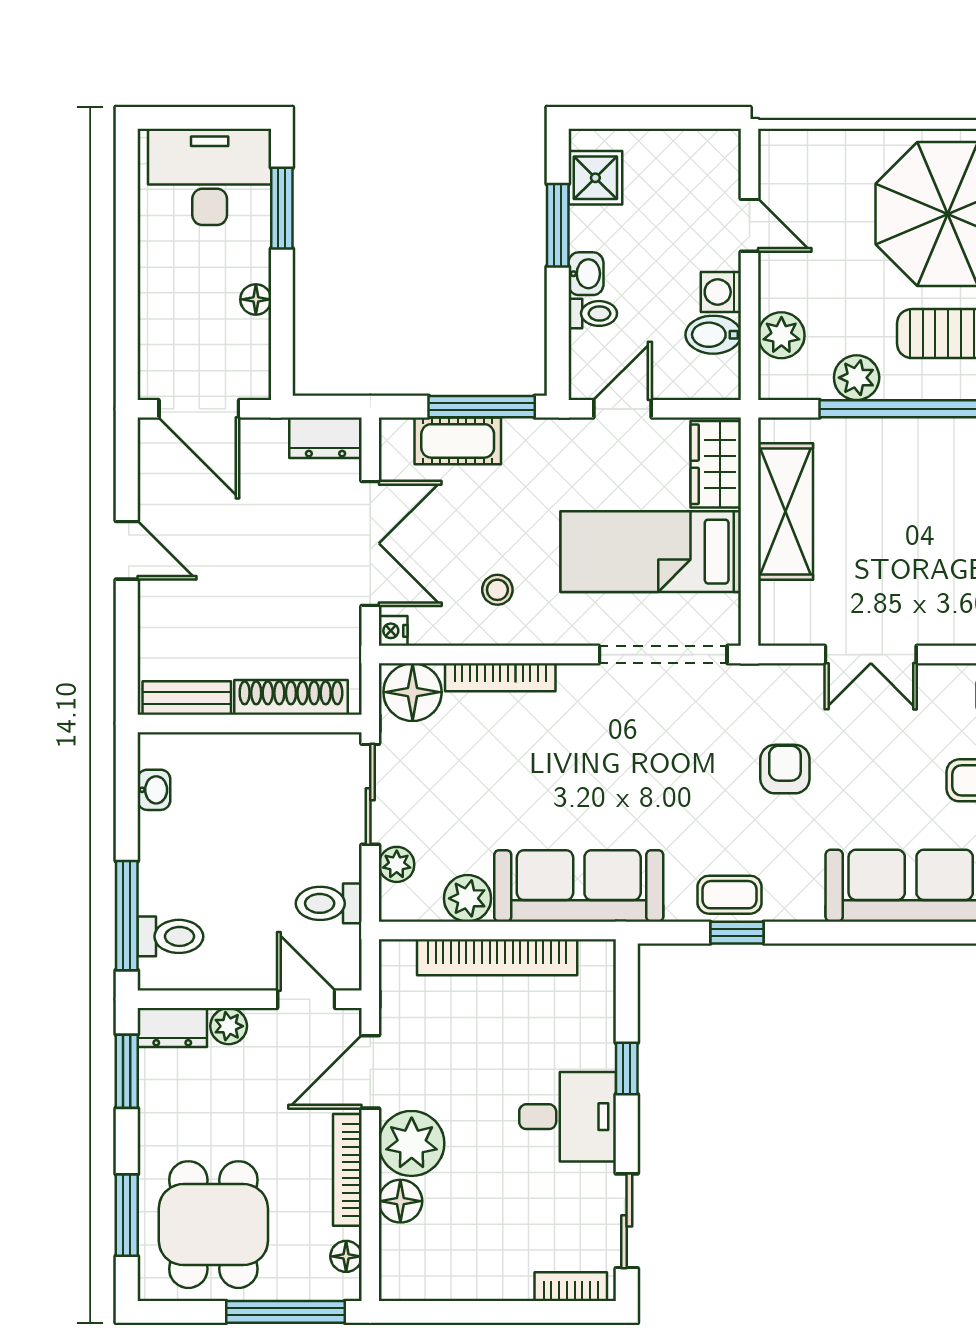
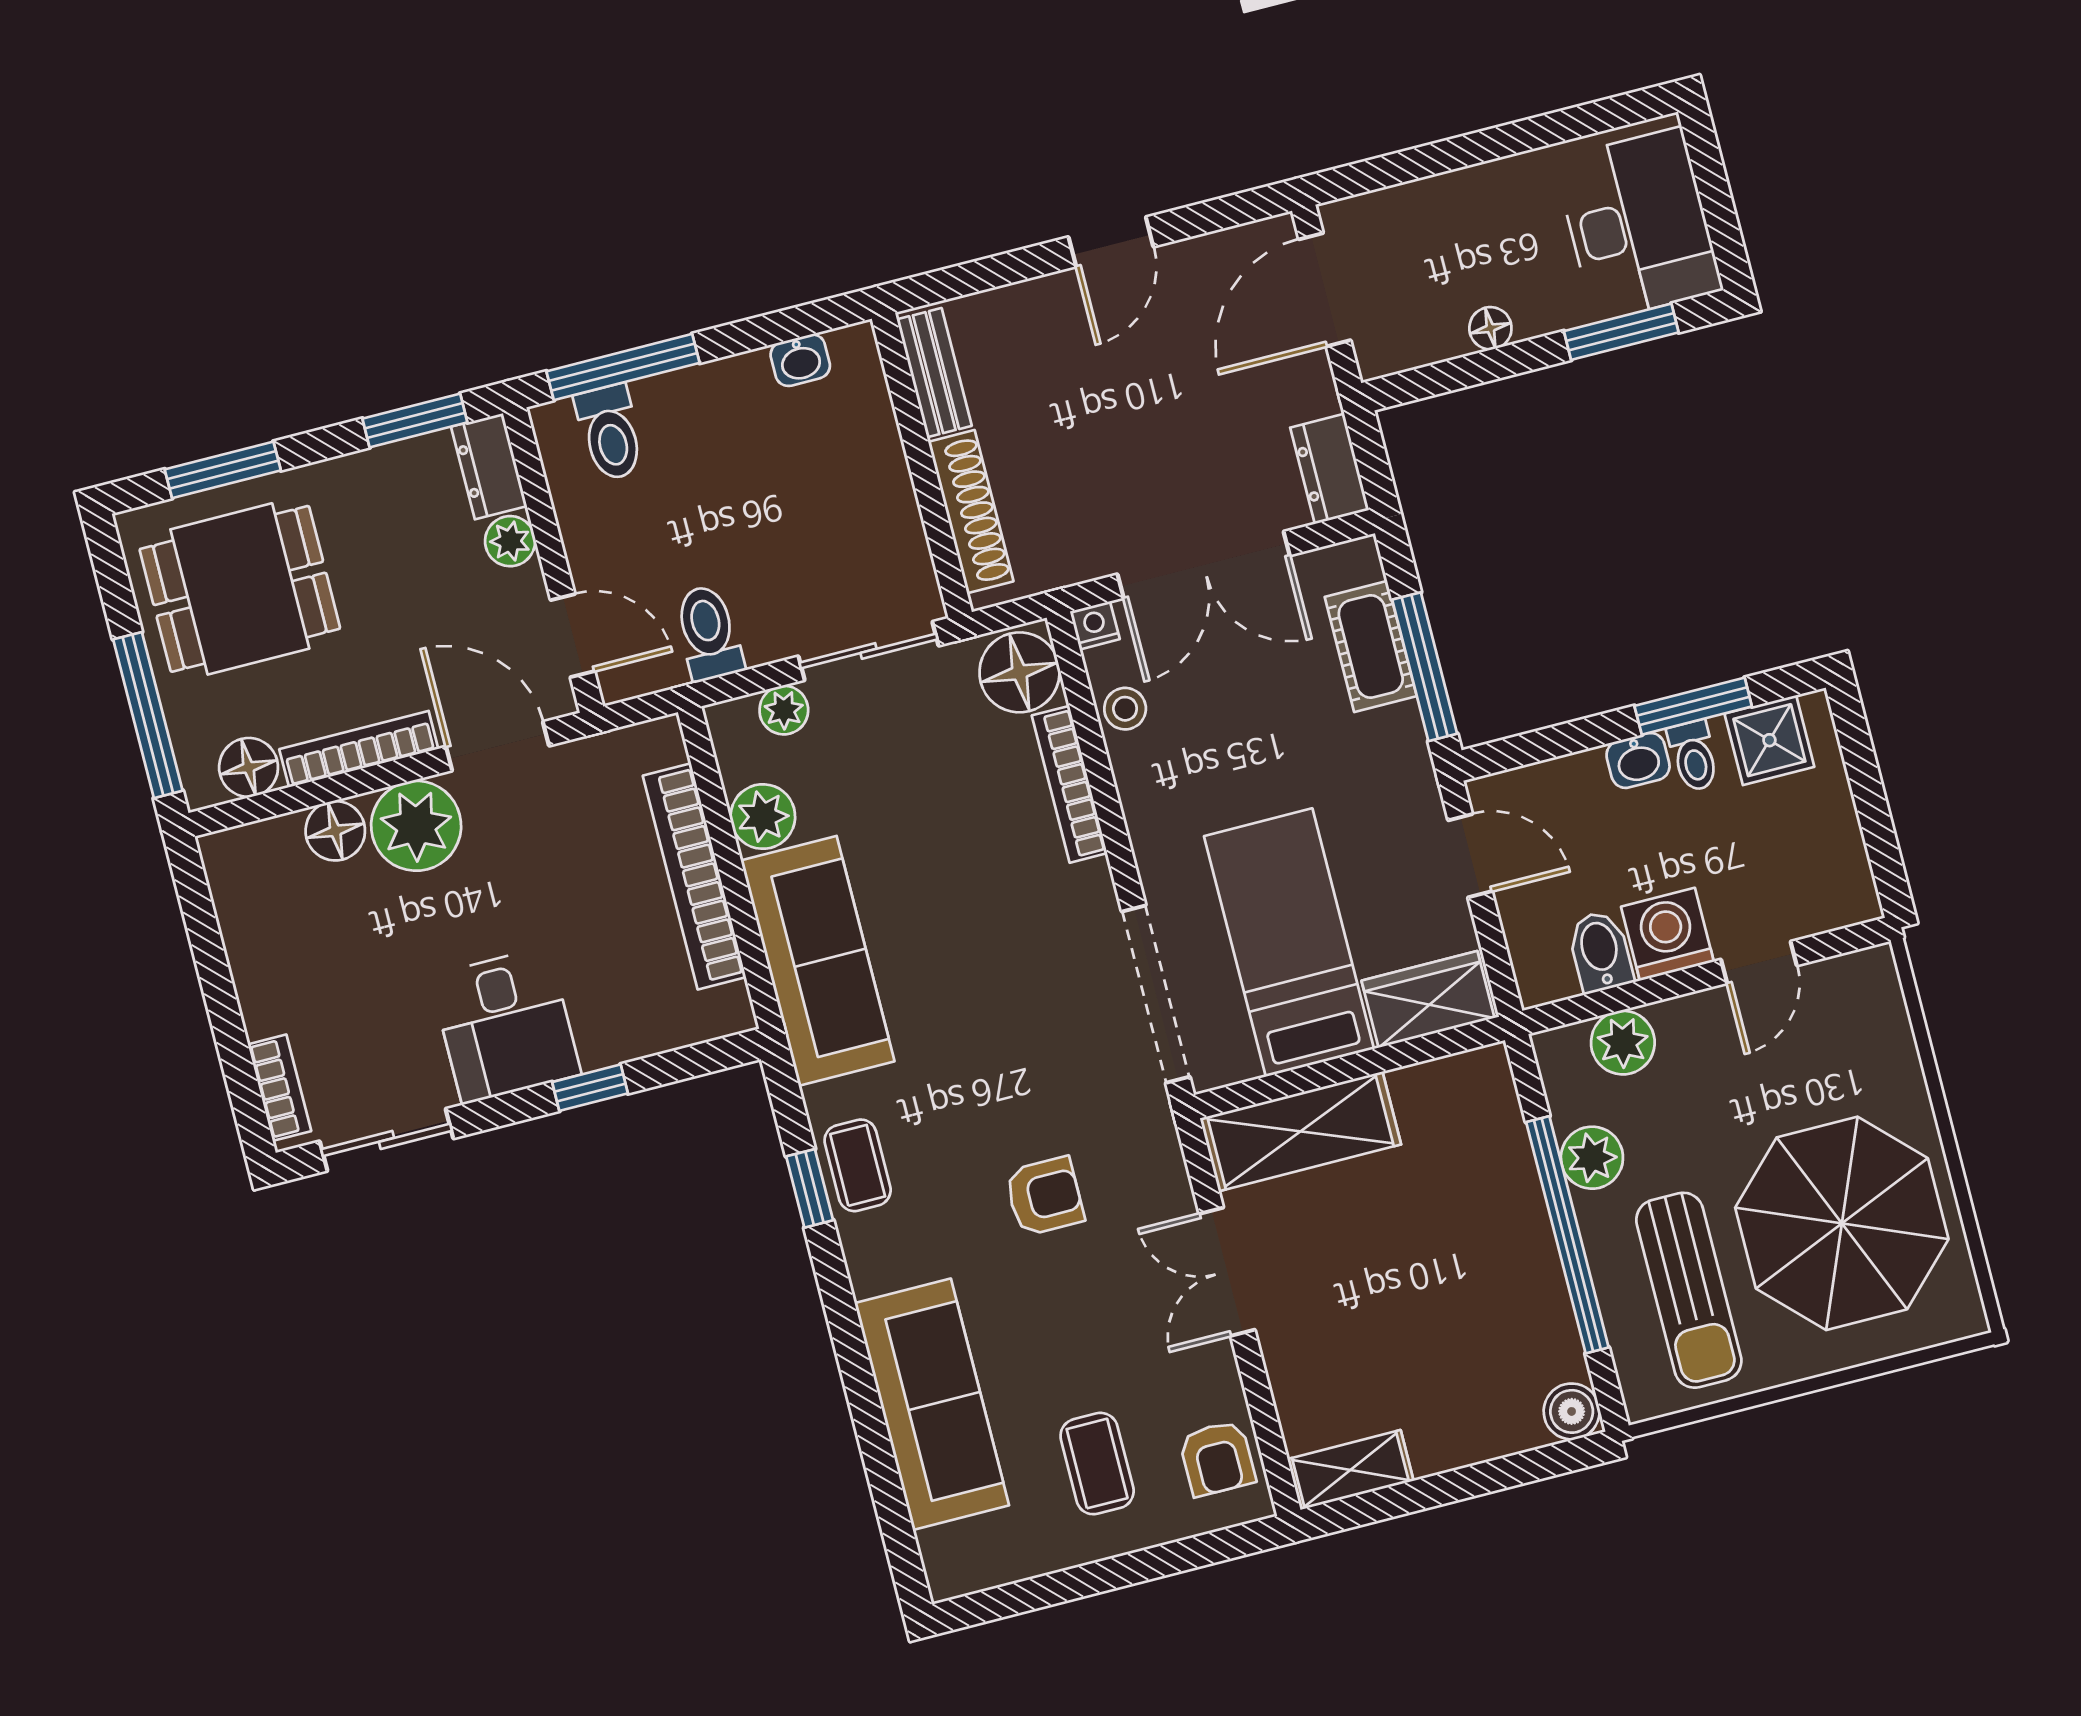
washing machine: (721, 292) -> (1667, 934), width x1.38, depth x1.38
toilet: (593, 313) -> (1694, 756), moved
shelving: (786, 512) -> (1301, 1131), moved
stool: (497, 590) -> (1125, 709), moved
door: (306, 999) -> (573, 636), hinge flipped
floor lamp: (346, 1256) -> (249, 767), width x1.37, depth x1.37

